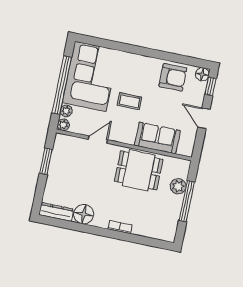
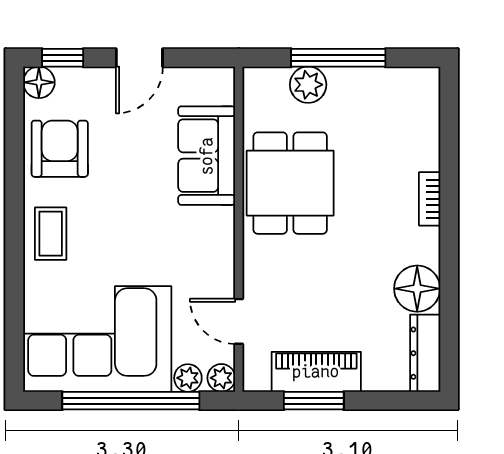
coffee table: (130, 101) -> (51, 234), moved
door: (98, 140) -> (239, 321), moved
piano: (58, 165) -> (316, 372), added

